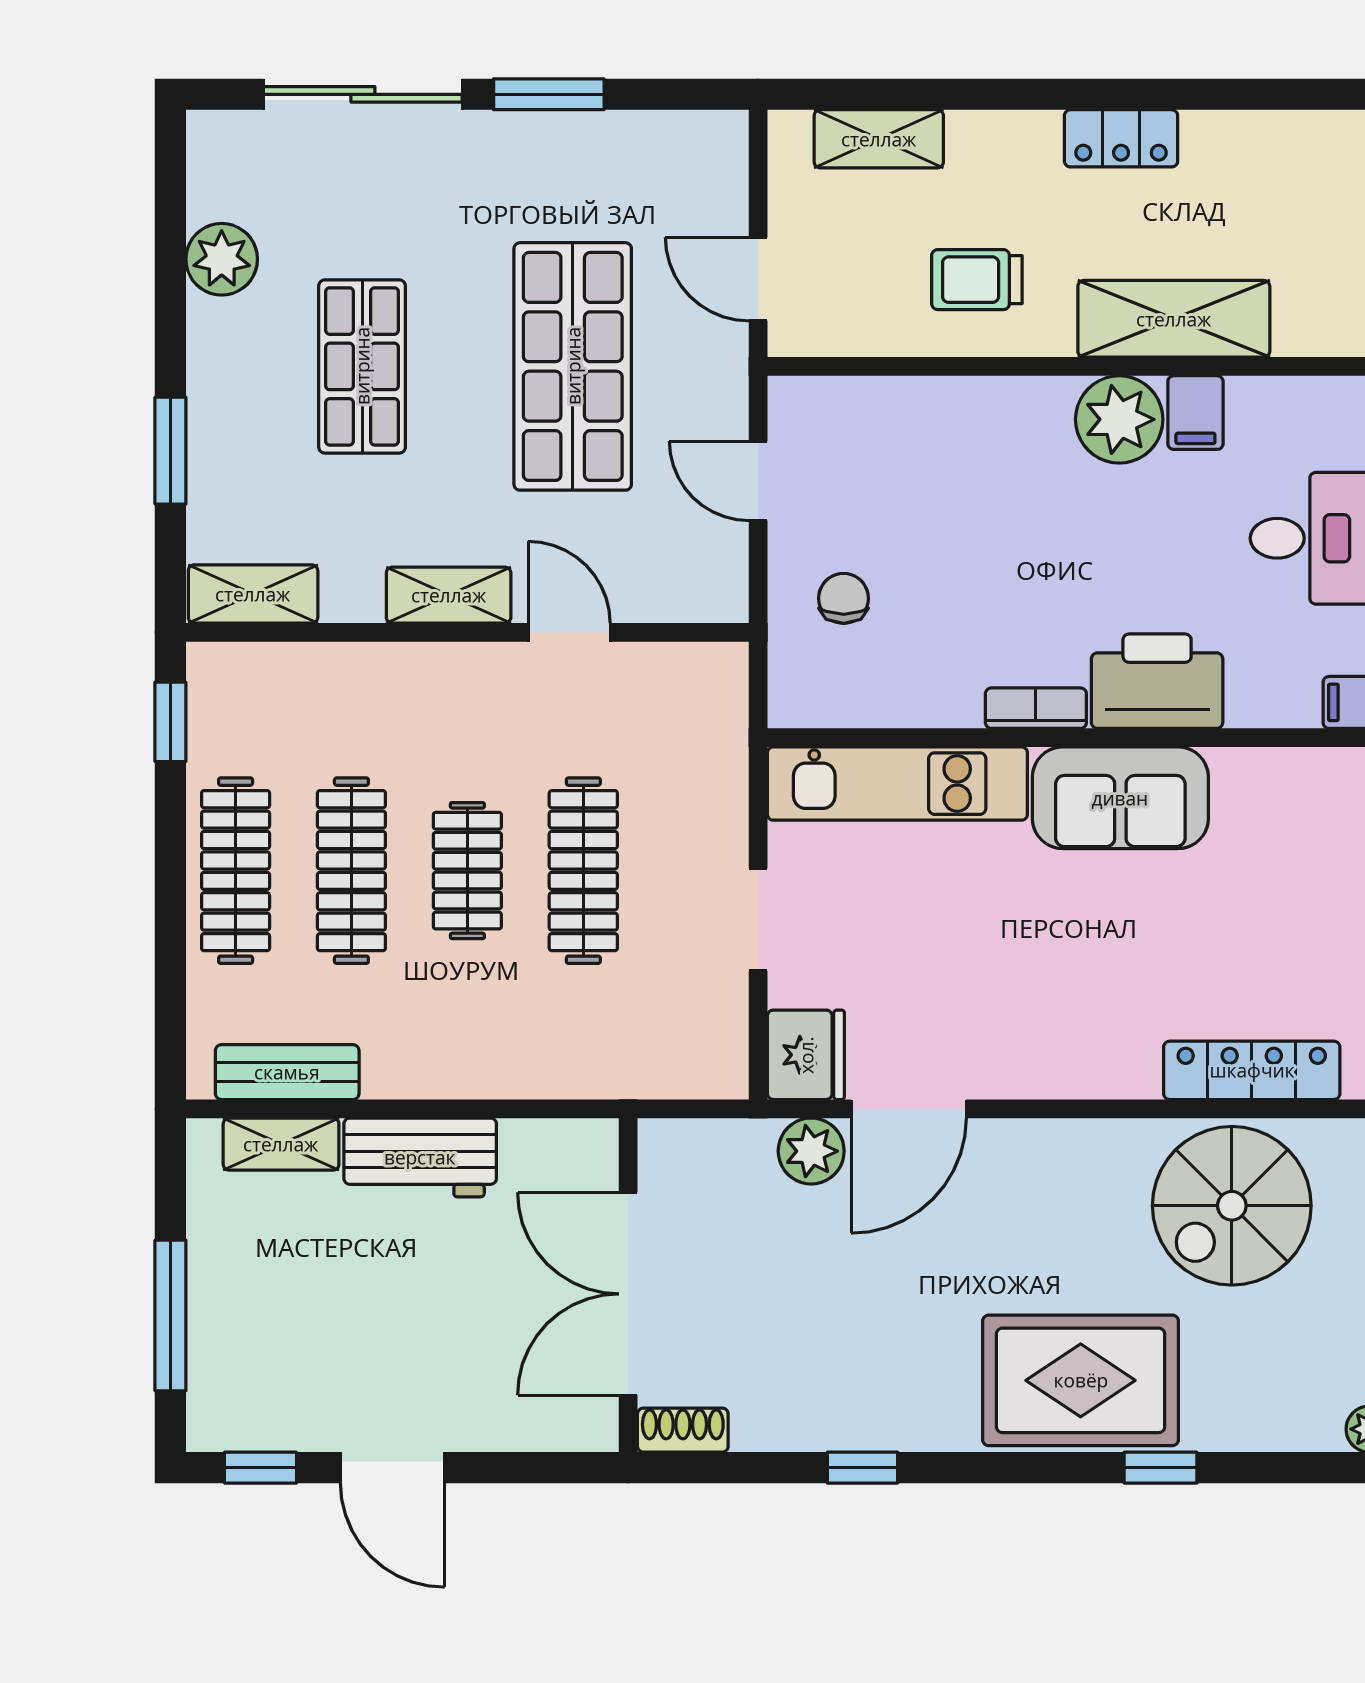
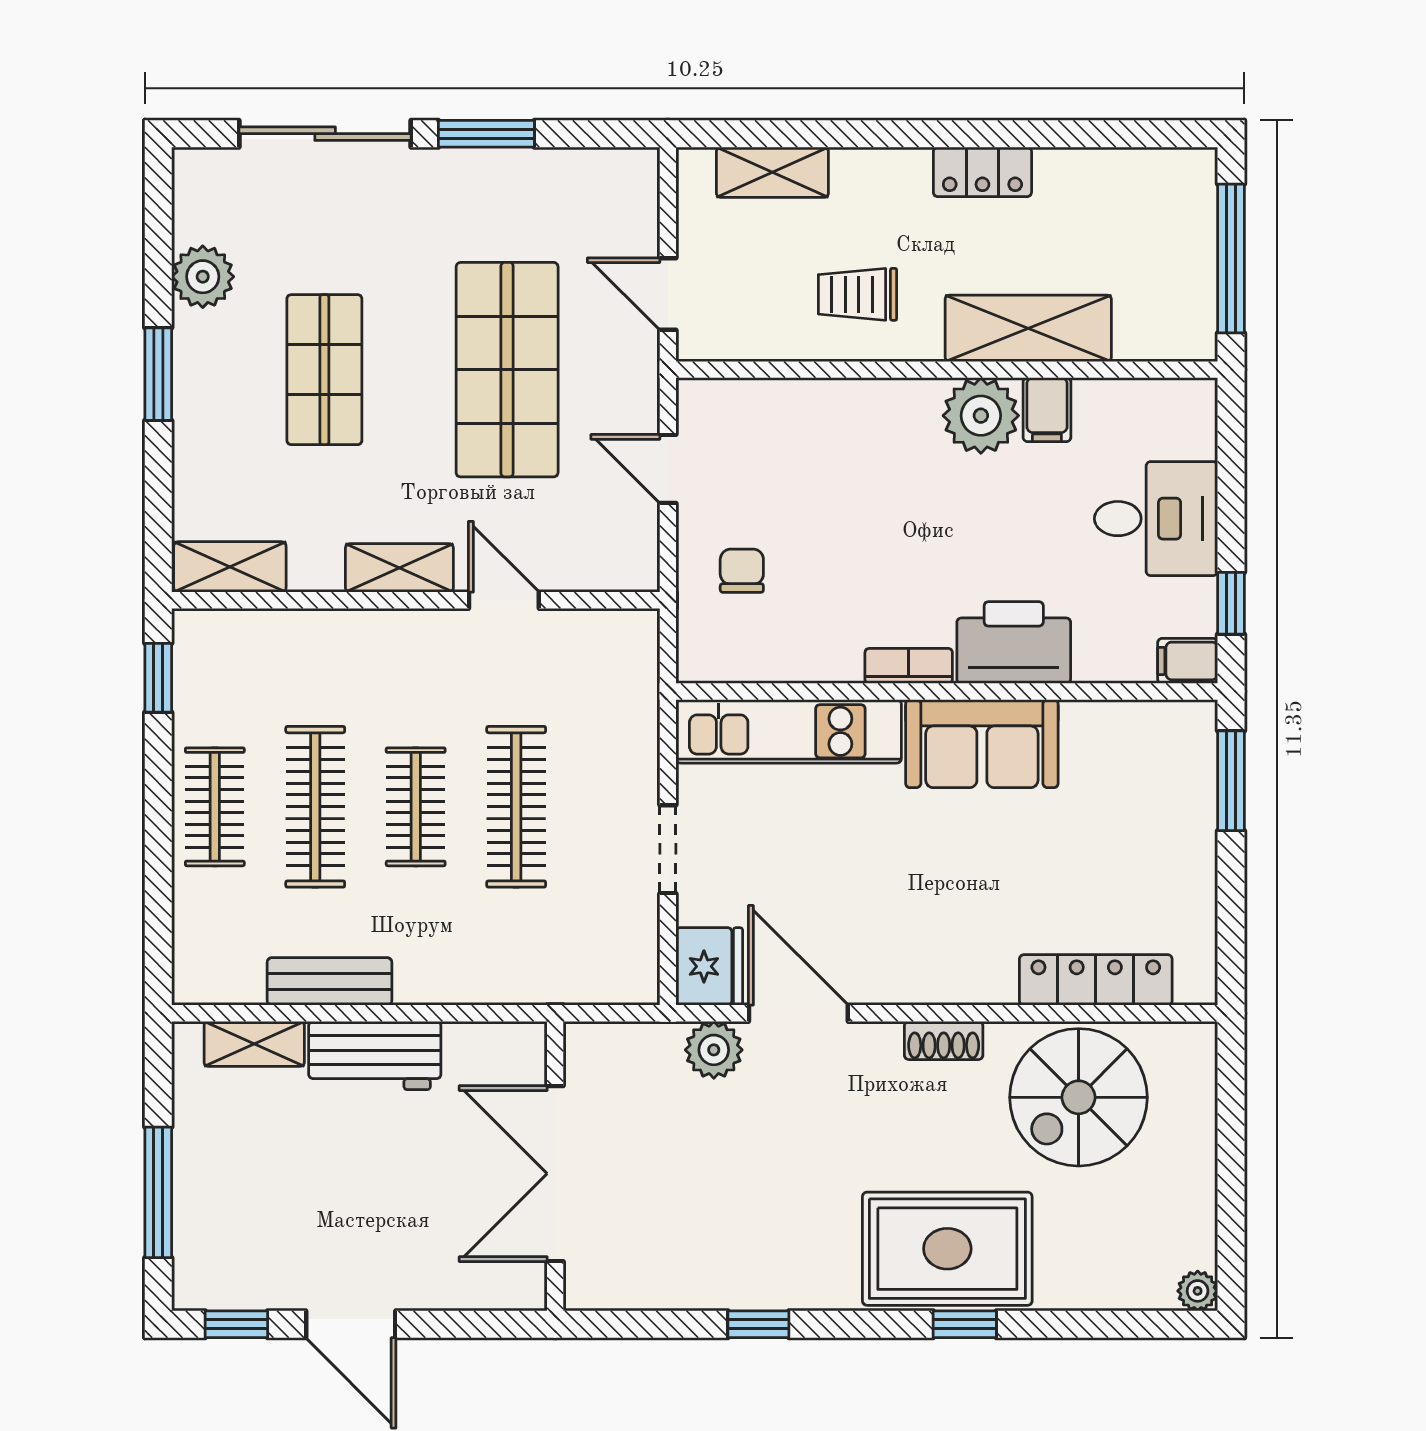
window: (170, 451) -> (158, 374), moved
clothes rail: (236, 871) -> (215, 807), width x0.73
bench: (287, 1072) -> (330, 981), moved
door: (909, 1109) -> (798, 1013), swing flipped
shoe rack: (683, 1430) -> (944, 1040), moved, turned 180
window: (1161, 1468) -> (965, 1324), moved

